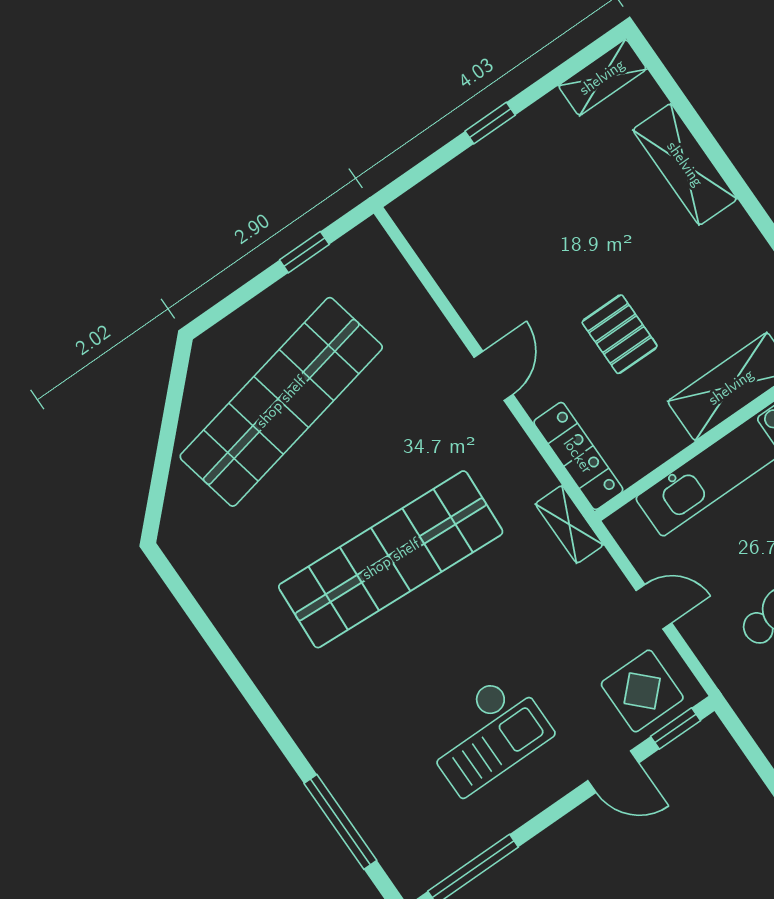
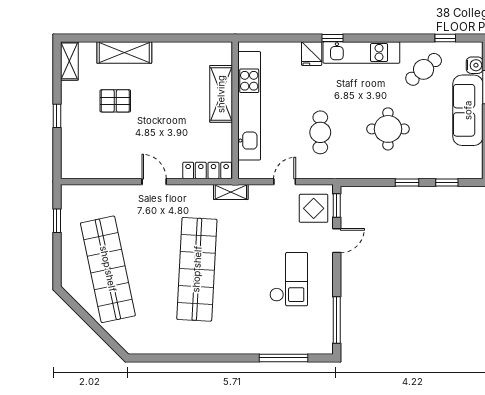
pallet: (620, 334) -> (115, 101), moved

